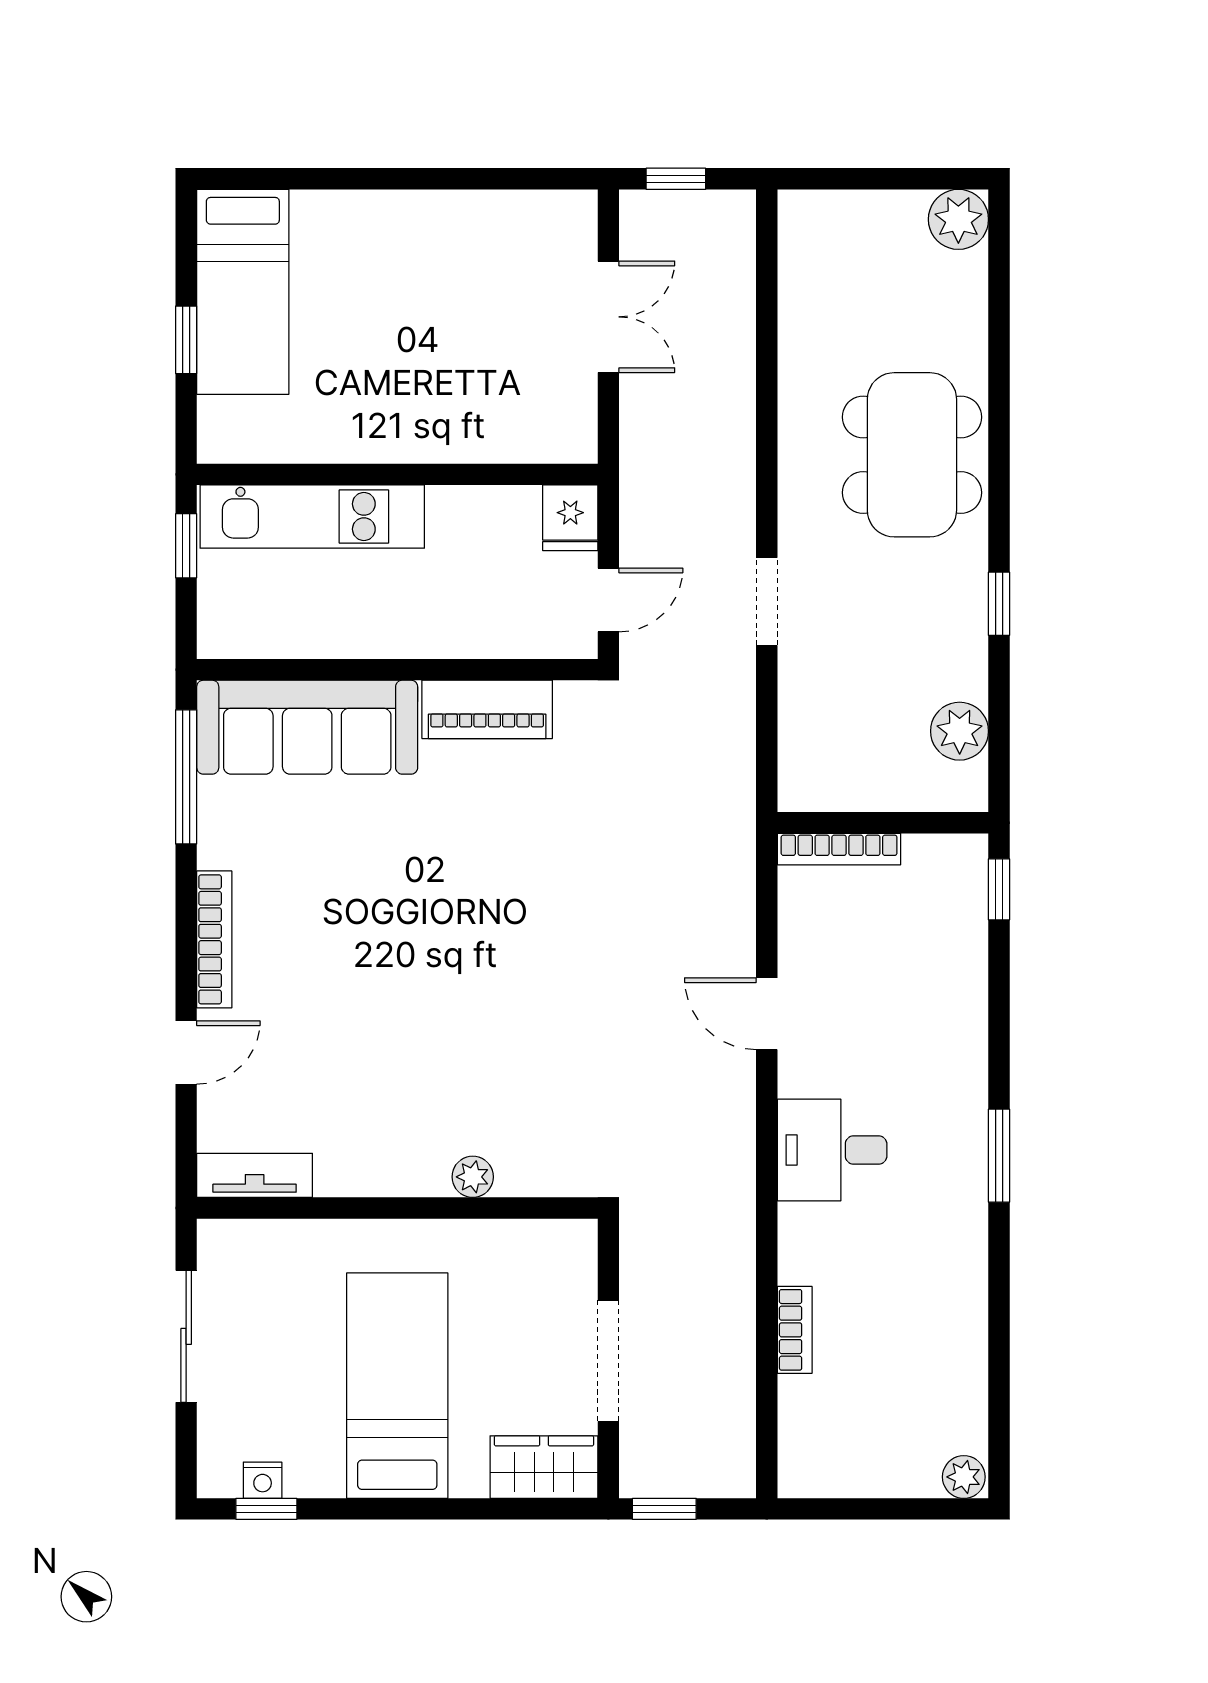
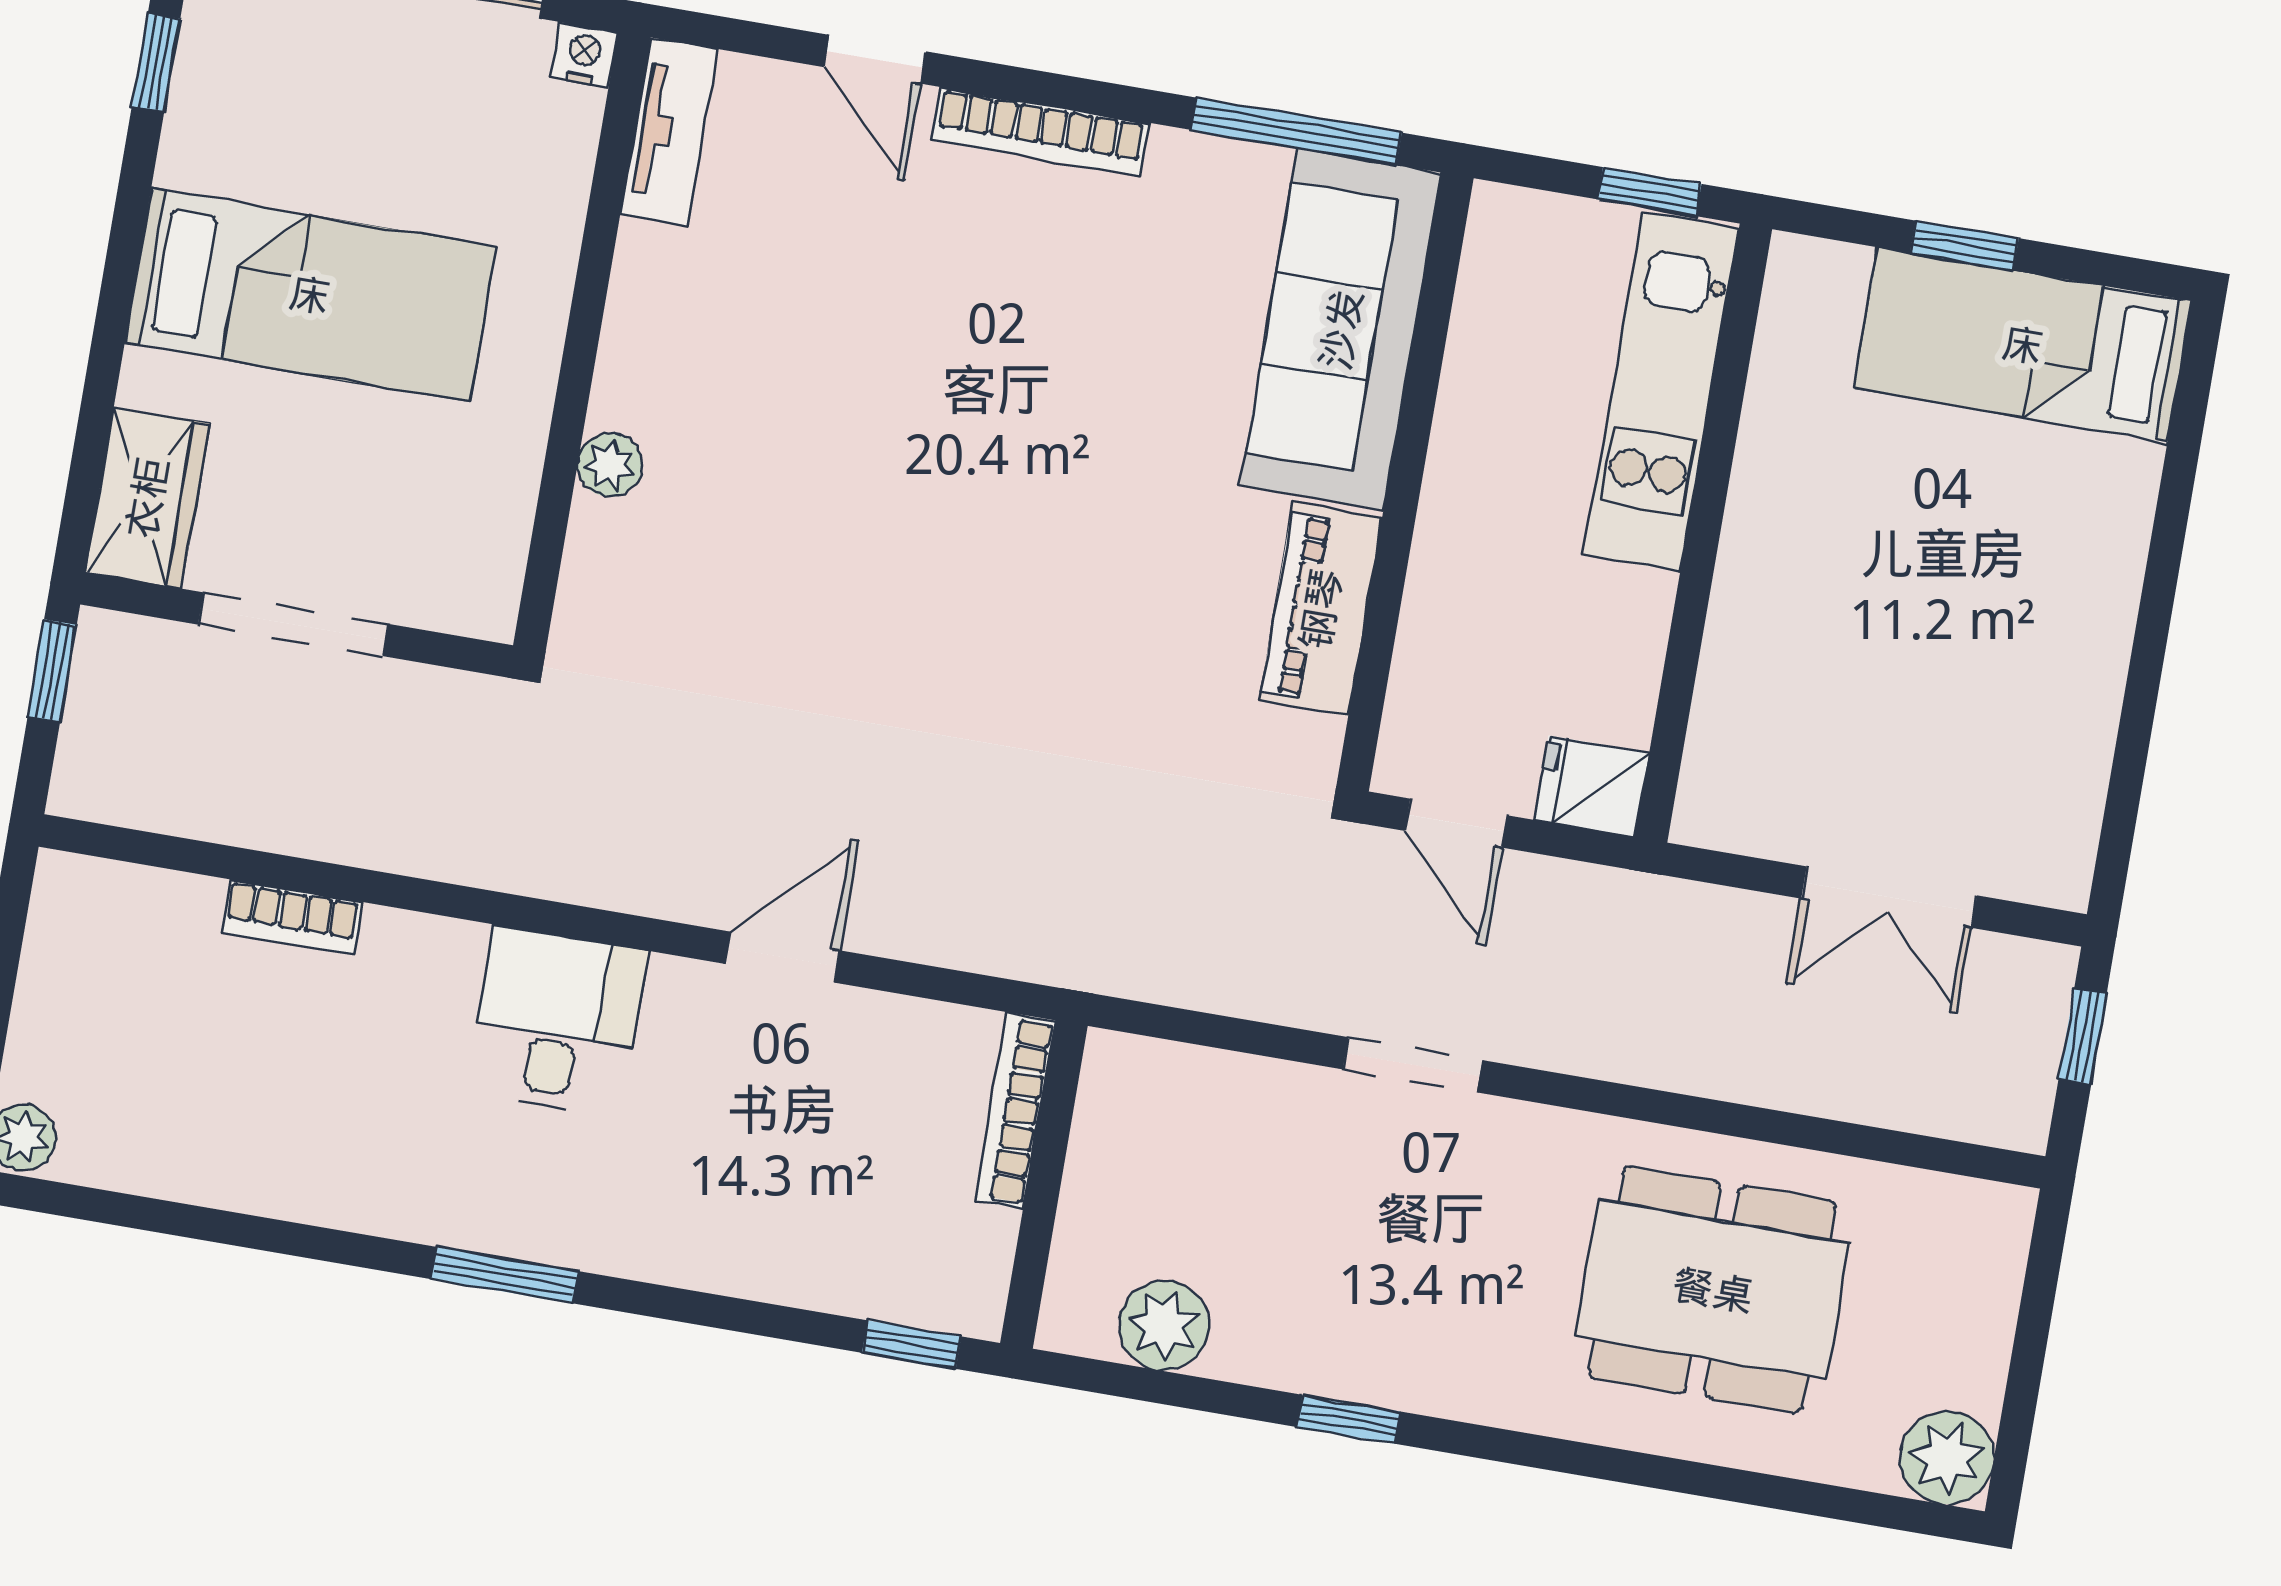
dining table: (912, 455) -> (1713, 1290), moved
nightstand: (263, 1480) -> (584, 55), moved, turned 90

